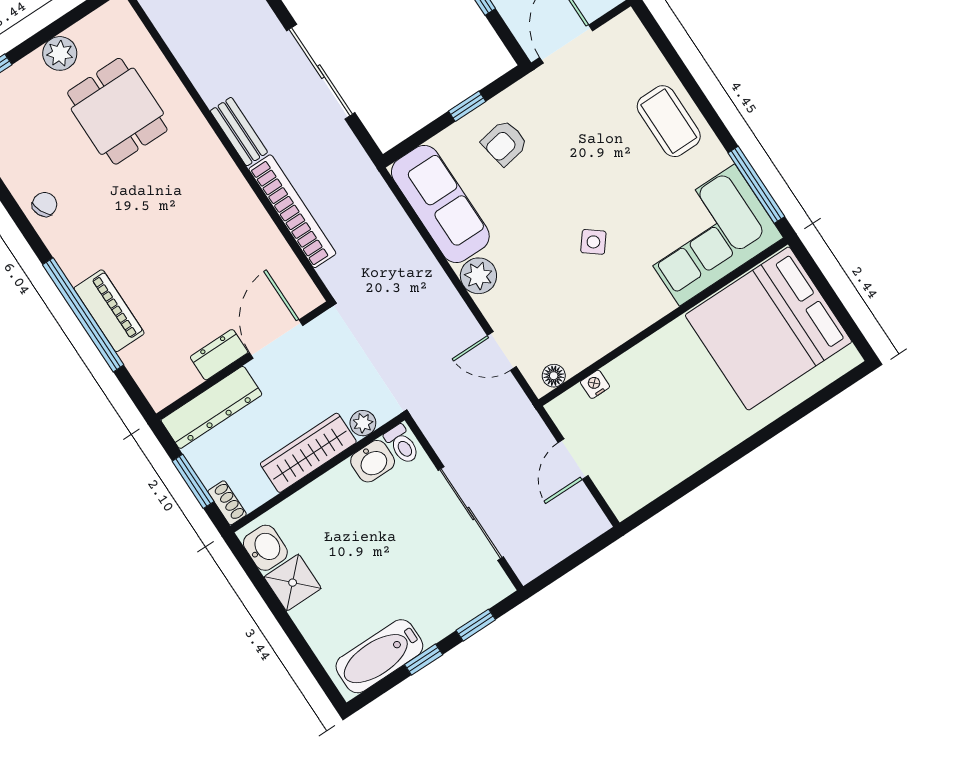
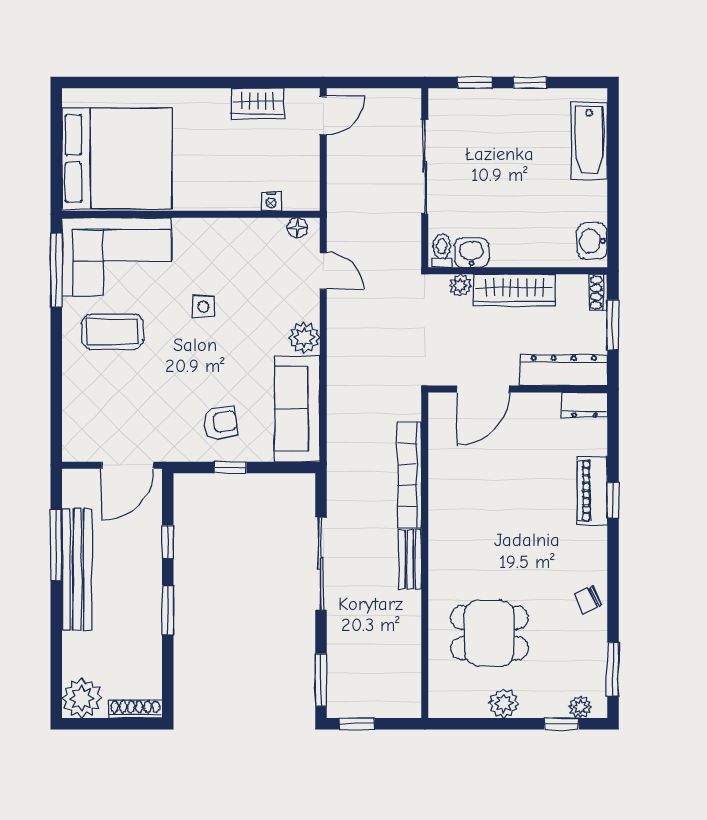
dining table: (117, 111) -> (489, 633), turned 90
coffee table: (669, 121) -> (112, 332), moved, turned 90
side table: (593, 242) -> (203, 307), turned -38
window: (83, 315) -> (613, 500), width x0.32
dresser: (219, 355) -> (585, 405), moved
door: (573, 459) -> (323, 115), moved
wardrobe: (669, 469) -> (258, 103), added
shower: (293, 583) -> (589, 202), removed
bathtub: (379, 656) -> (589, 140), moved, turned 90

